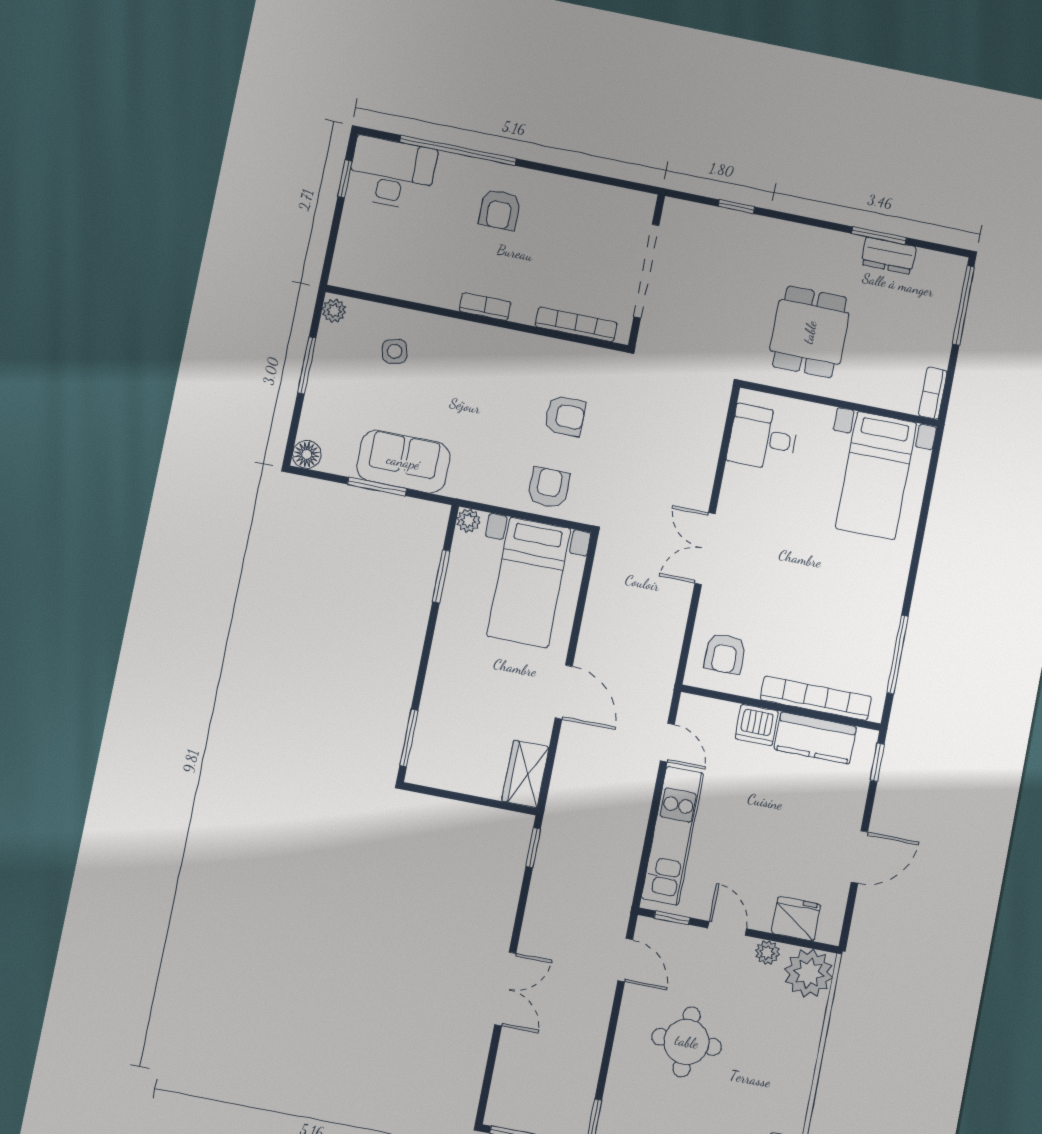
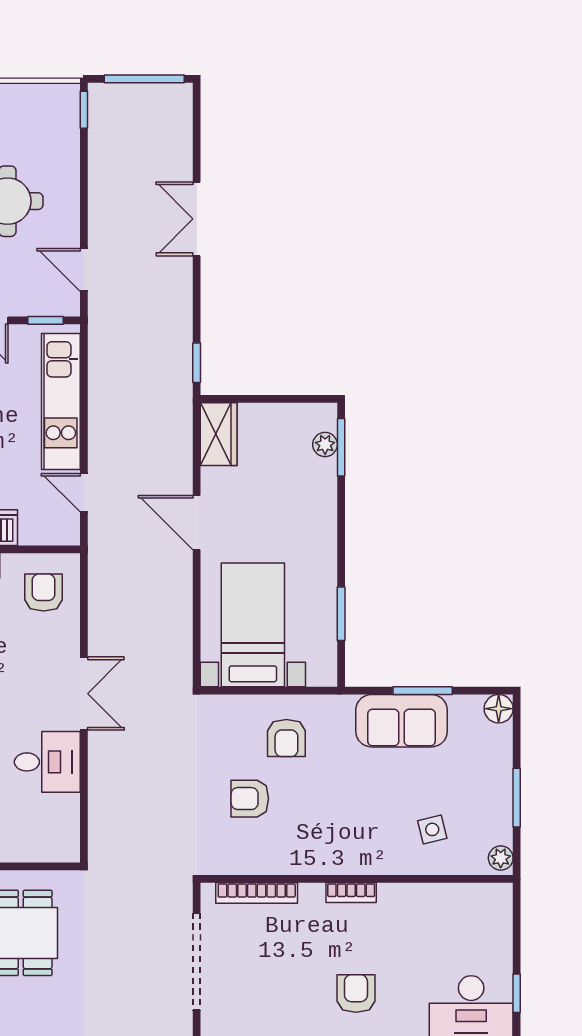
desk: (763, 438) -> (47, 762), moved
armchair: (549, 488) -> (286, 738), moved
plant: (468, 521) -> (325, 444), moved

